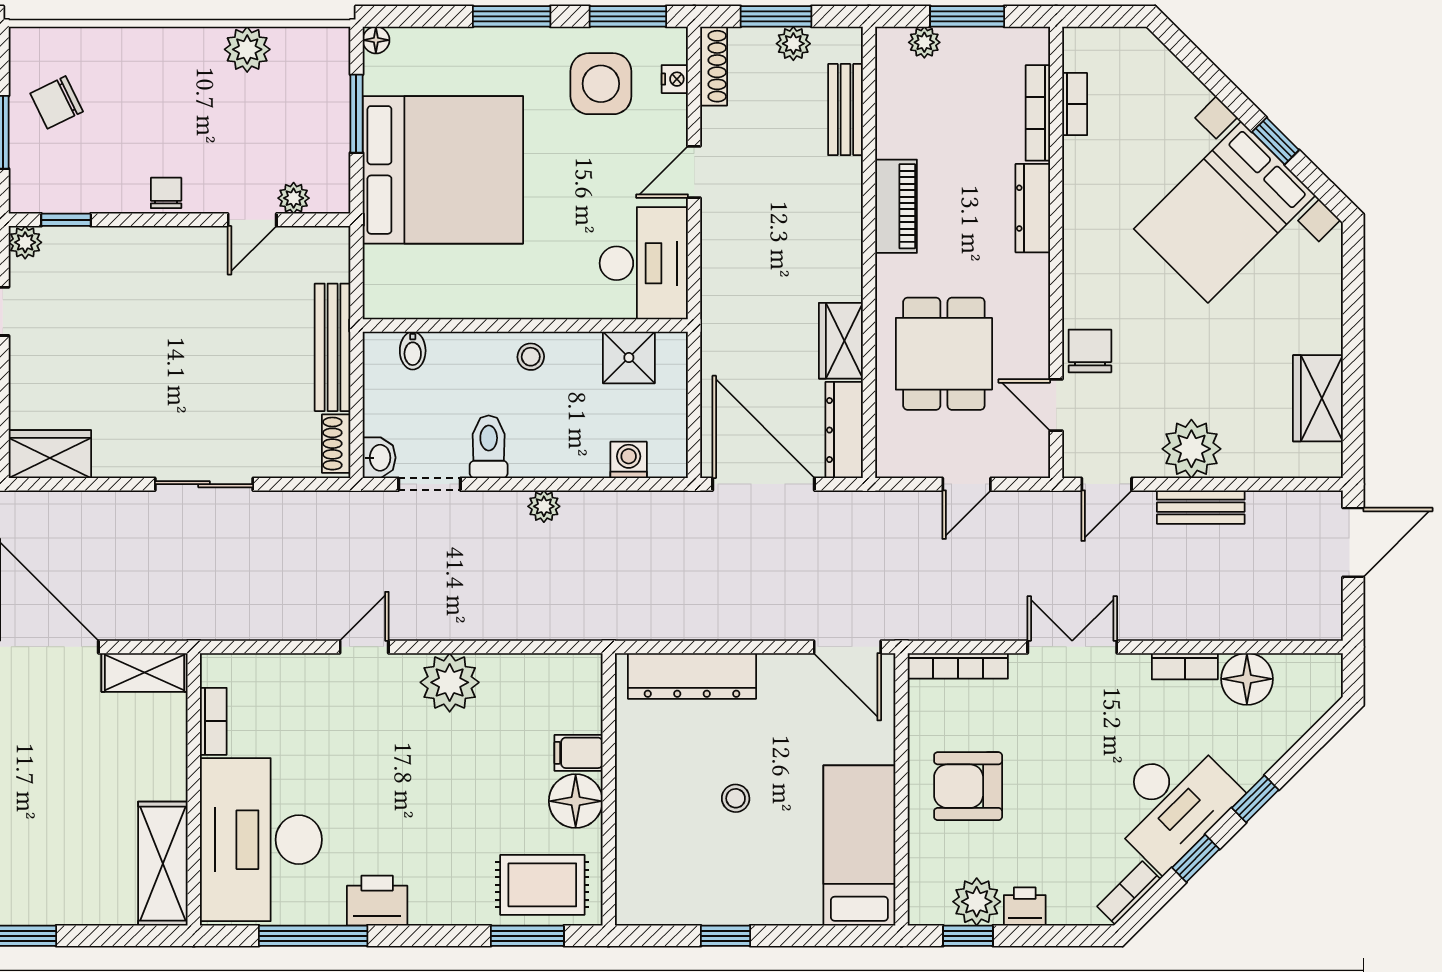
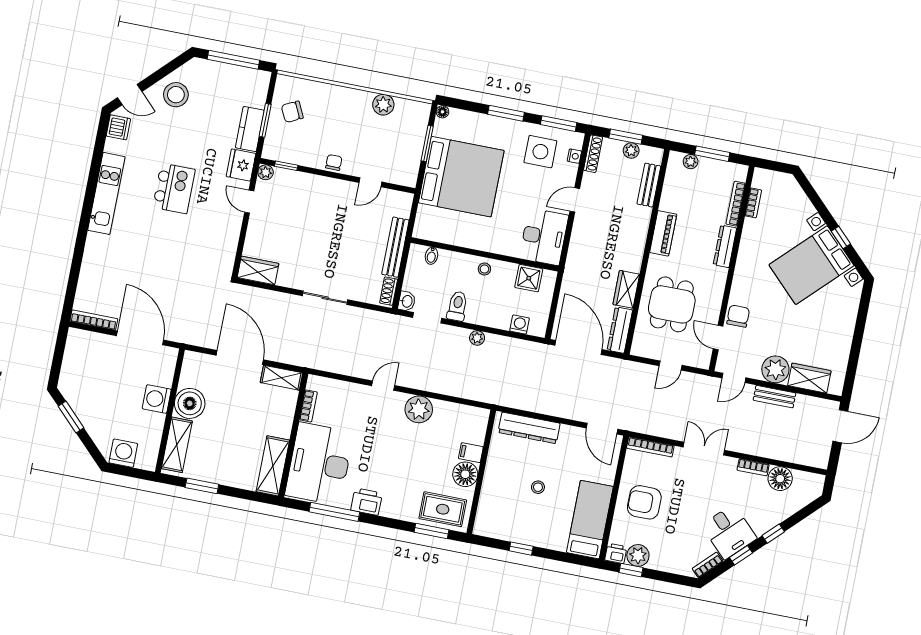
plant: (294, 198) -> (391, 176), removed
wardrobe: (1318, 398) -> (809, 378), moved, turned 90
desk: (1172, 802) -> (729, 532), width x0.73
printer: (1025, 906) -> (616, 553), moved

